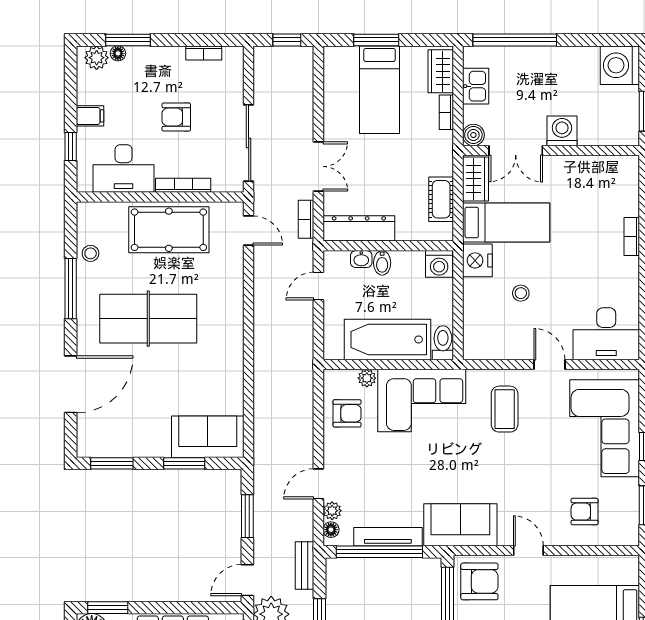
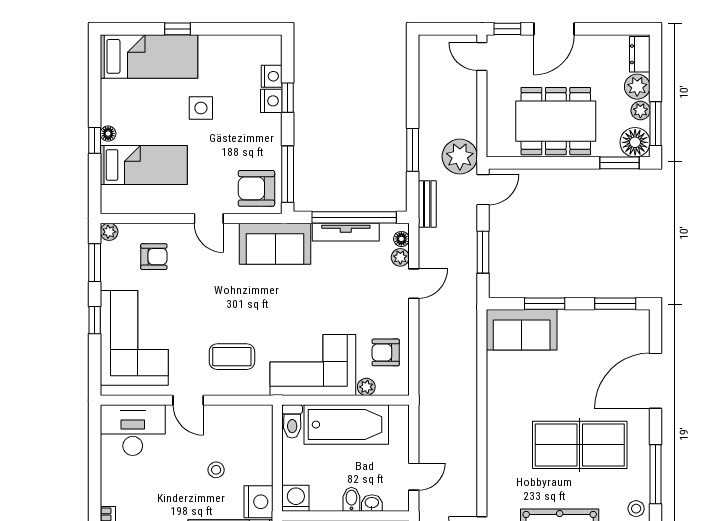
coffee table: (505, 409) -> (232, 357), turned 90
plant: (630, 537) -> (109, 232), added

